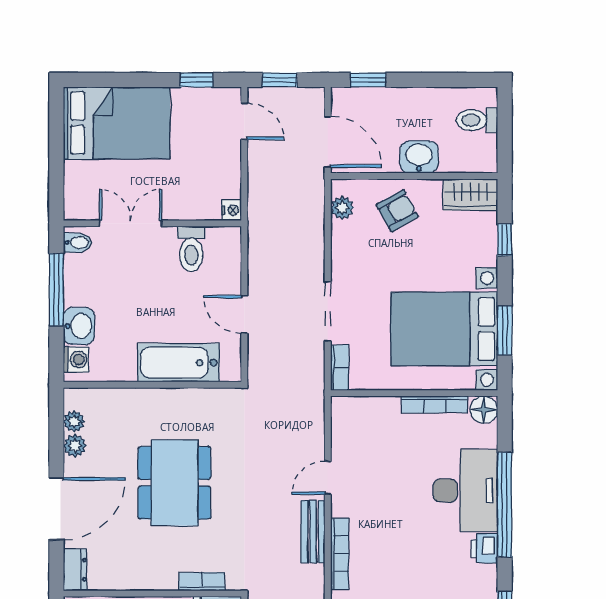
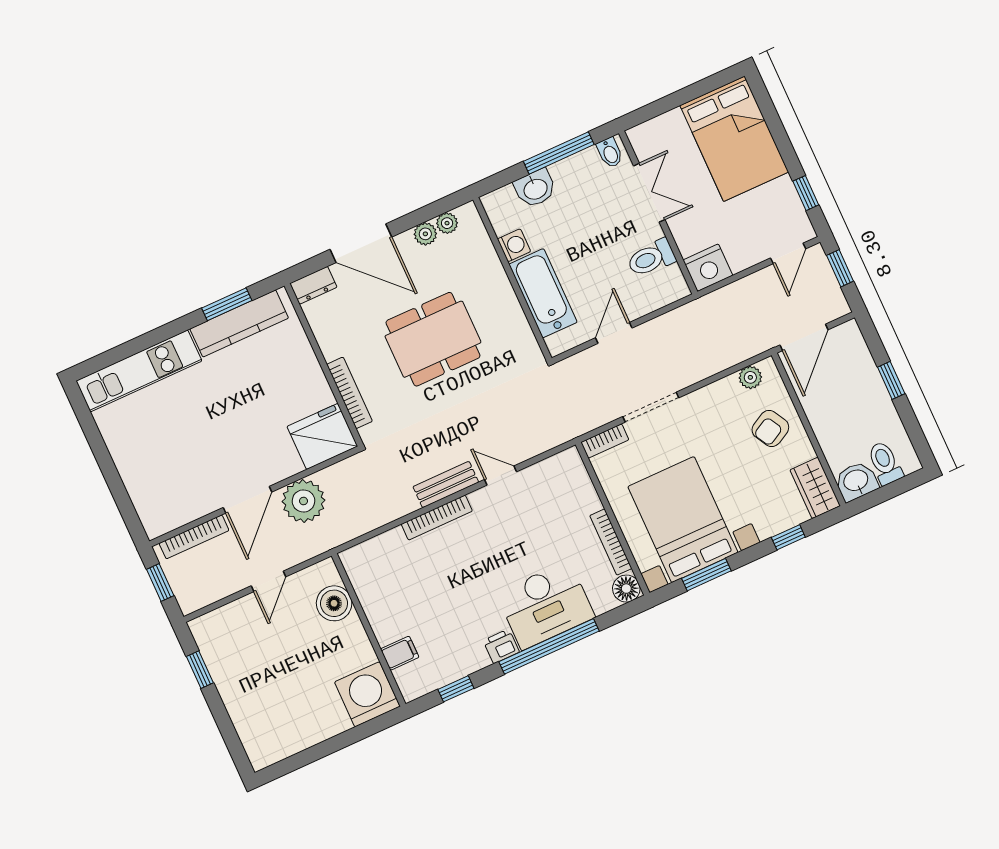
window: (368, 80) -> (891, 380), moved
washbasin: (419, 157) -> (856, 481), moved, turned -90
nightstand: (232, 210) -> (708, 268), width x1.89, depth x1.79
armchair: (397, 211) -> (770, 428), turned 90
washing machine: (76, 360) -> (514, 245), moved, turned -90
bookcase: (202, 582) -> (350, 393), width x1.56

